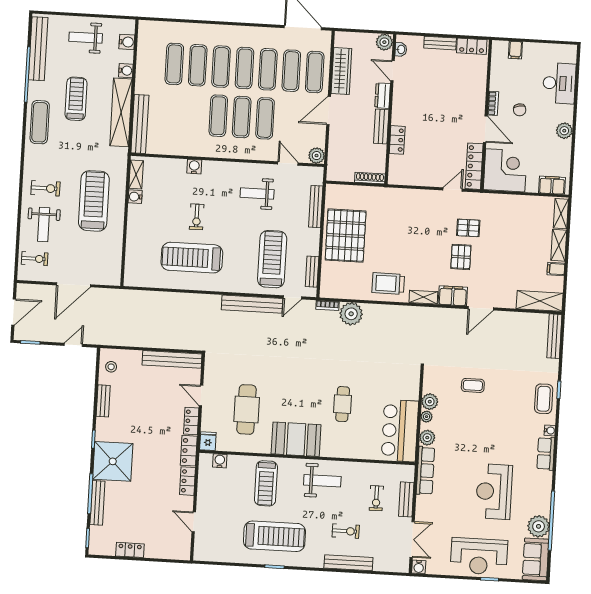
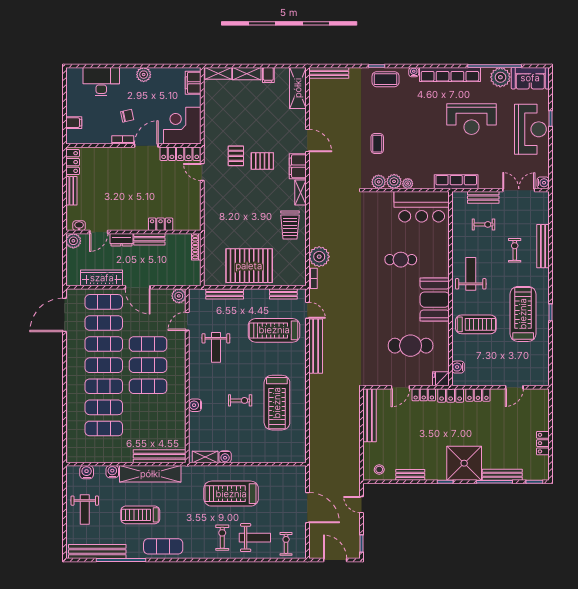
plant: (427, 438) -> (379, 182), moved
row of seats: (546, 454) -> (450, 74), width x2.02

